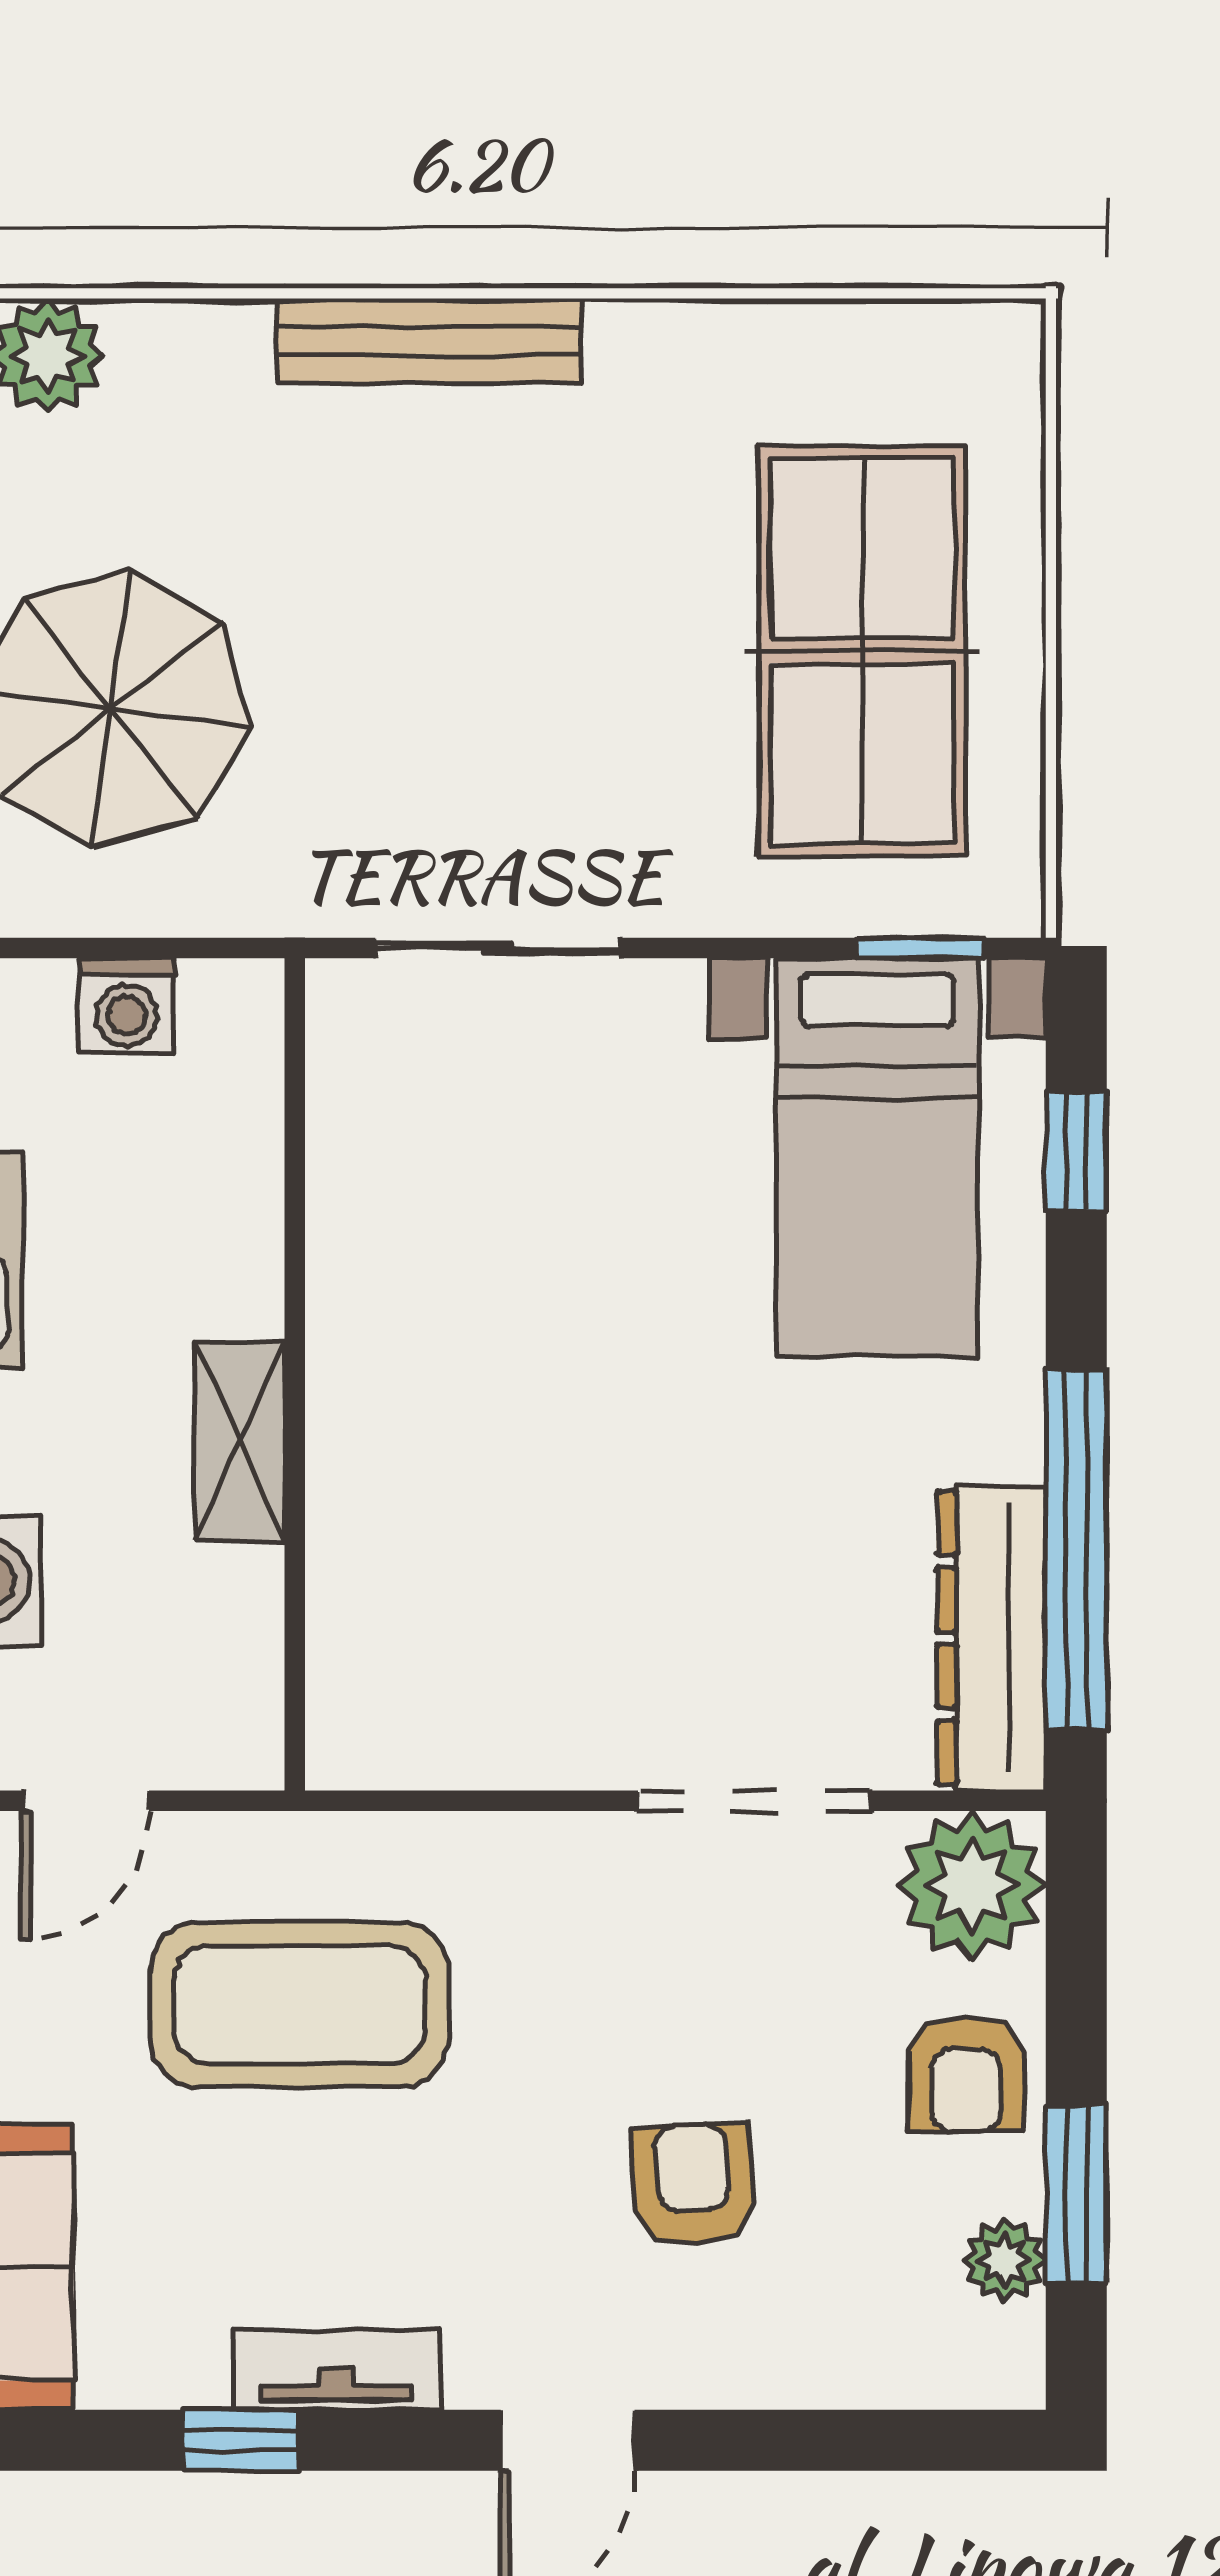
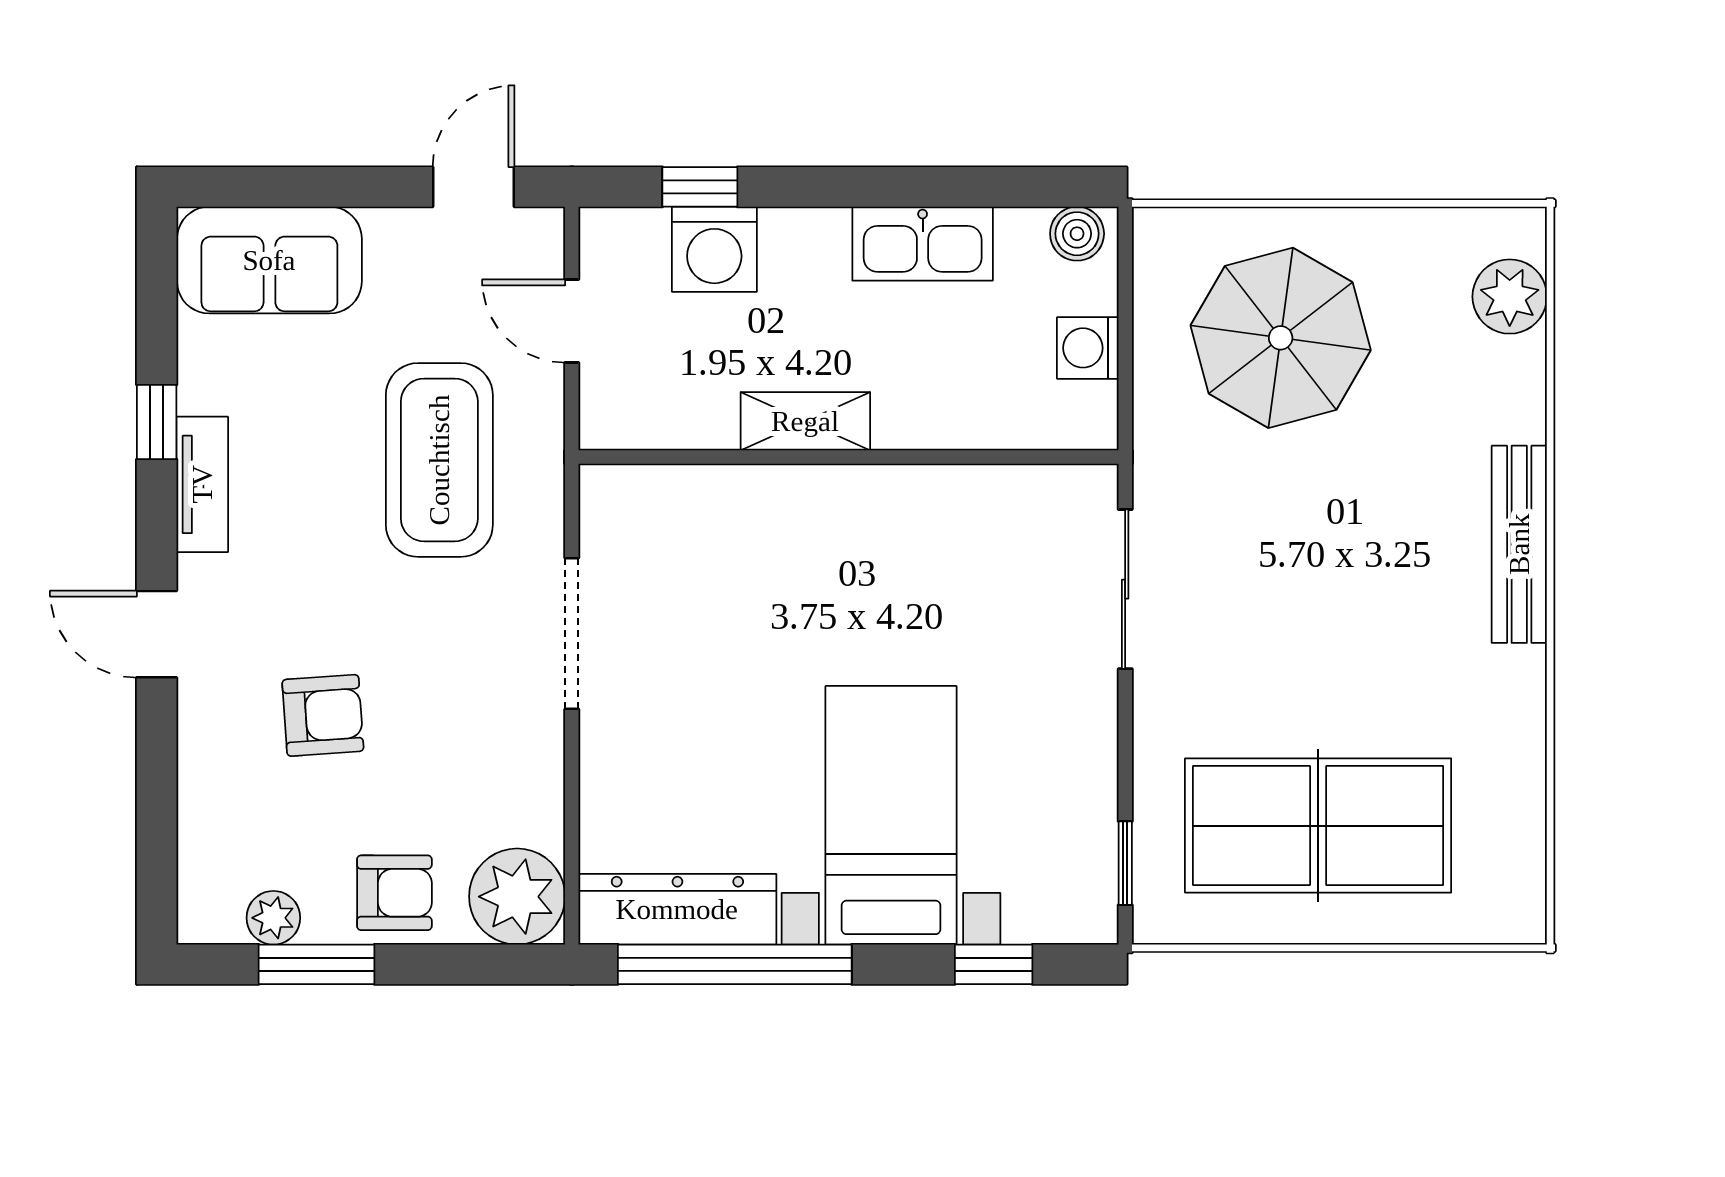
bed with nightstands: (877, 1157) -> (891, 815), moved, turned 90
doorway: (754, 1801) -> (572, 634), moved
armchair: (966, 2074) -> (394, 893), turned 180

